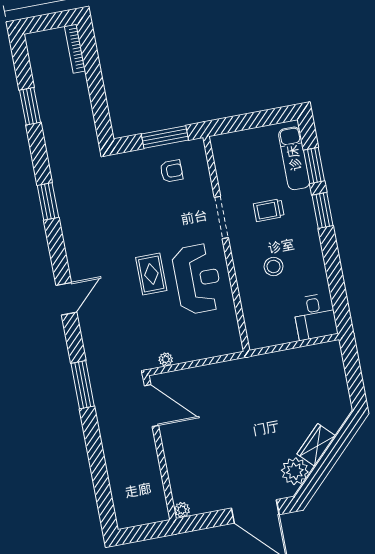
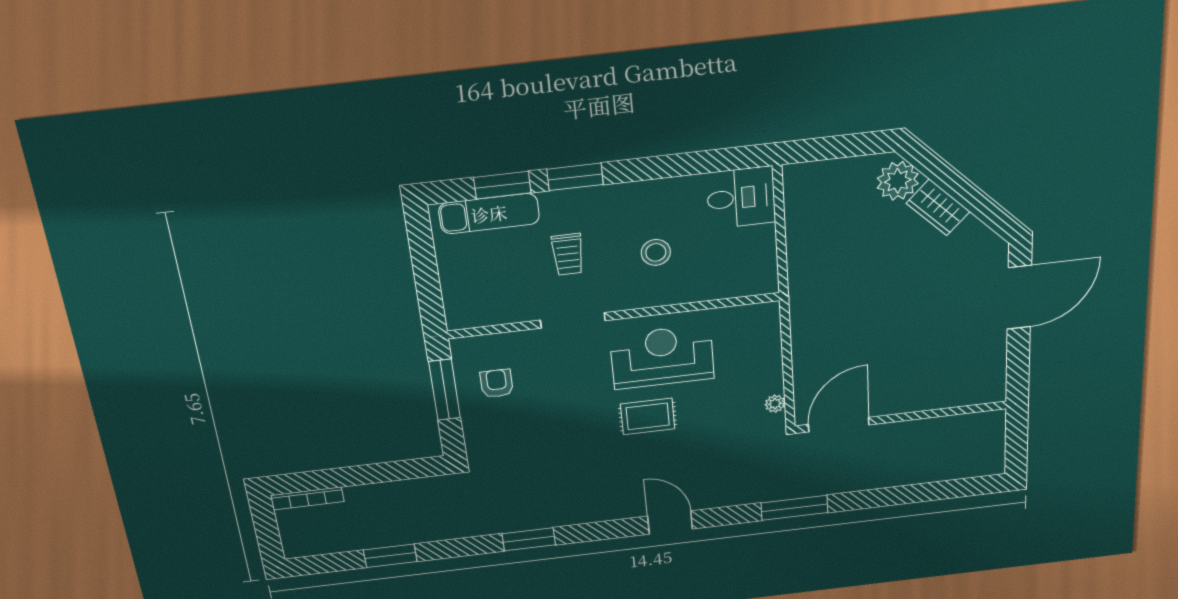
plant: (295, 471) -> (898, 181), moved
plant: (182, 510) -> (995, 393), removed

